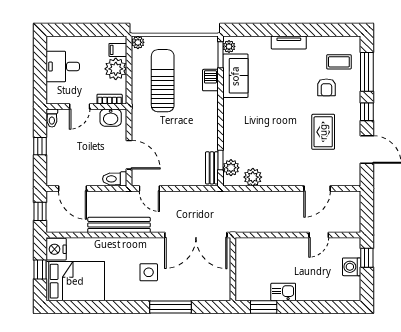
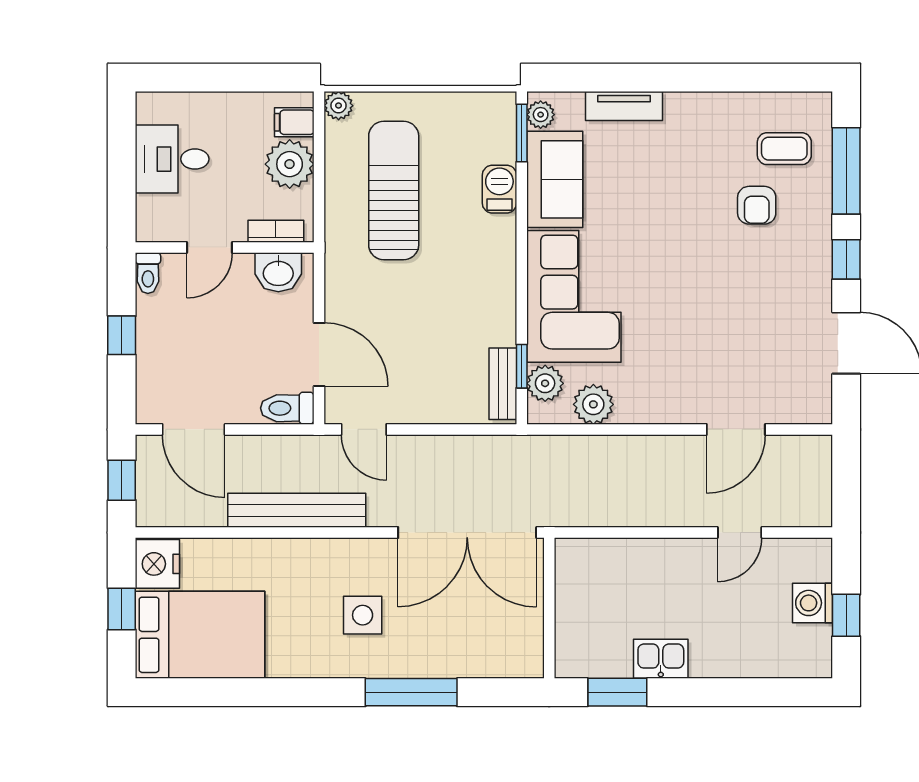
tv unit: (289, 43) -> (624, 106), moved
corner sofa: (244, 128) -> (574, 296), added
rug: (323, 132) -> (749, 304), removed
window: (367, 258) -> (846, 615), moved

